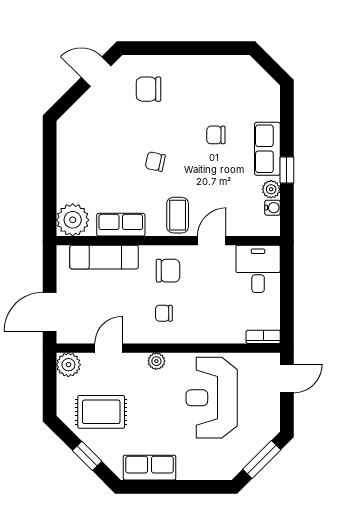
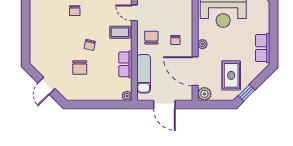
door: (96, 72) -> (46, 86), moved
chair: (148, 89) -> (80, 67), moved
plant: (73, 220) -> (127, 96), width x0.53, depth x0.53
door: (50, 312) -> (164, 105), moved
door: (109, 348) -> (195, 71), width x1.88
window: (87, 456) -> (247, 93), moved

